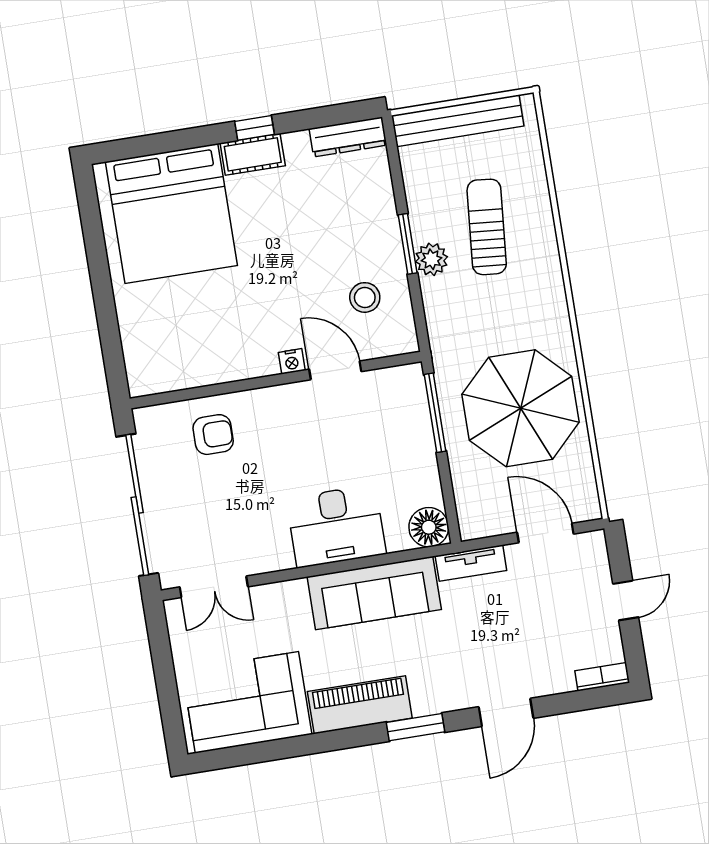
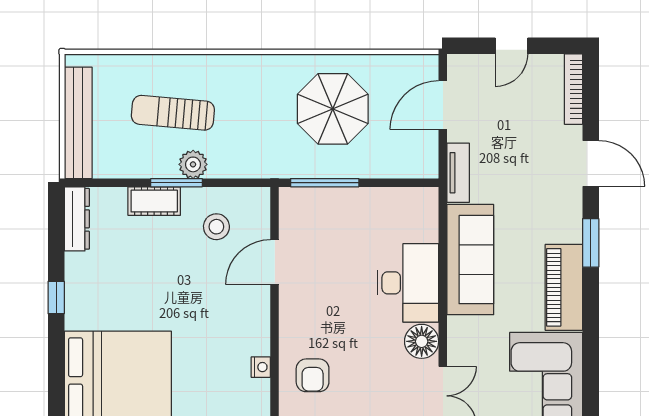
cot: (253, 154) -> (154, 201), moved, turned 90
nightstand: (292, 361) -> (261, 367), moved
parasol: (521, 408) -> (333, 109), width x0.73, depth x0.73
armchair: (213, 435) -> (313, 375), turned 180
floor lamp: (429, 527) -> (422, 341), moved
door: (626, 600) -> (511, 46), swing flipped
bookcase: (602, 677) -> (573, 89), width x1.56

